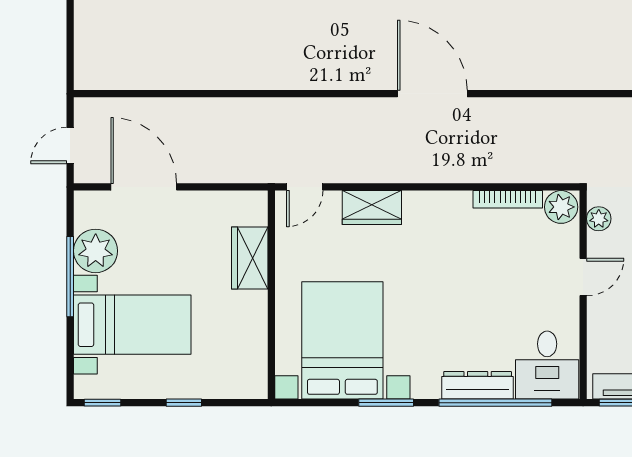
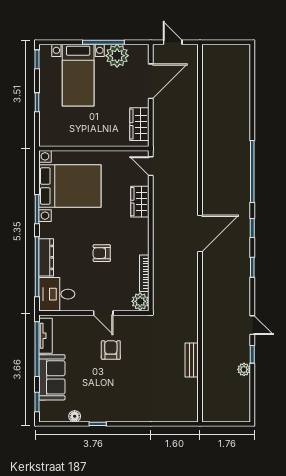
plant: (599, 219) -> (134, 321), removed
wardrobe: (250, 258) -> (139, 124), moved, turned -90
armchair: (470, 280) -> (102, 253), added

